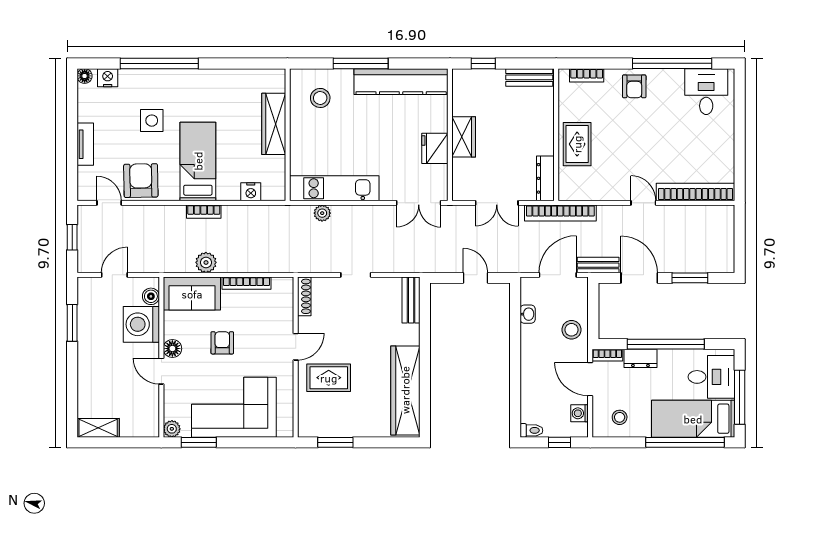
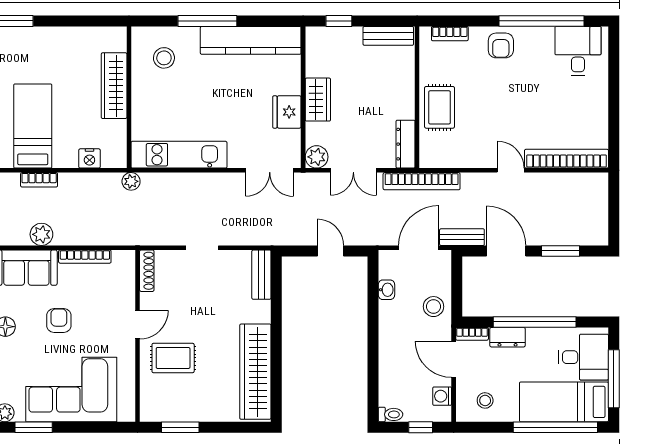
plant: (462, 190) -> (317, 157), added
plant: (322, 213) -> (131, 181), moved

